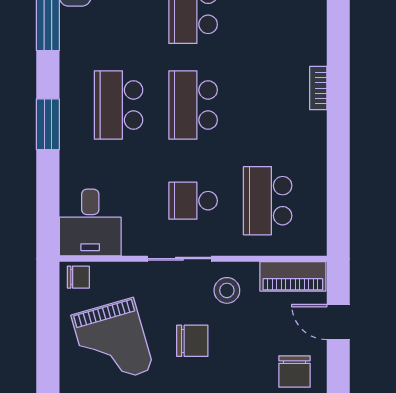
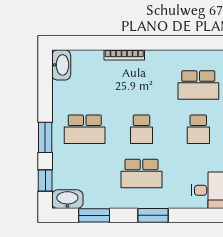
bookcase: (318, 88) -> (124, 55), width x1.56
school desk: (193, 105) -> (141, 129), width x0.54

